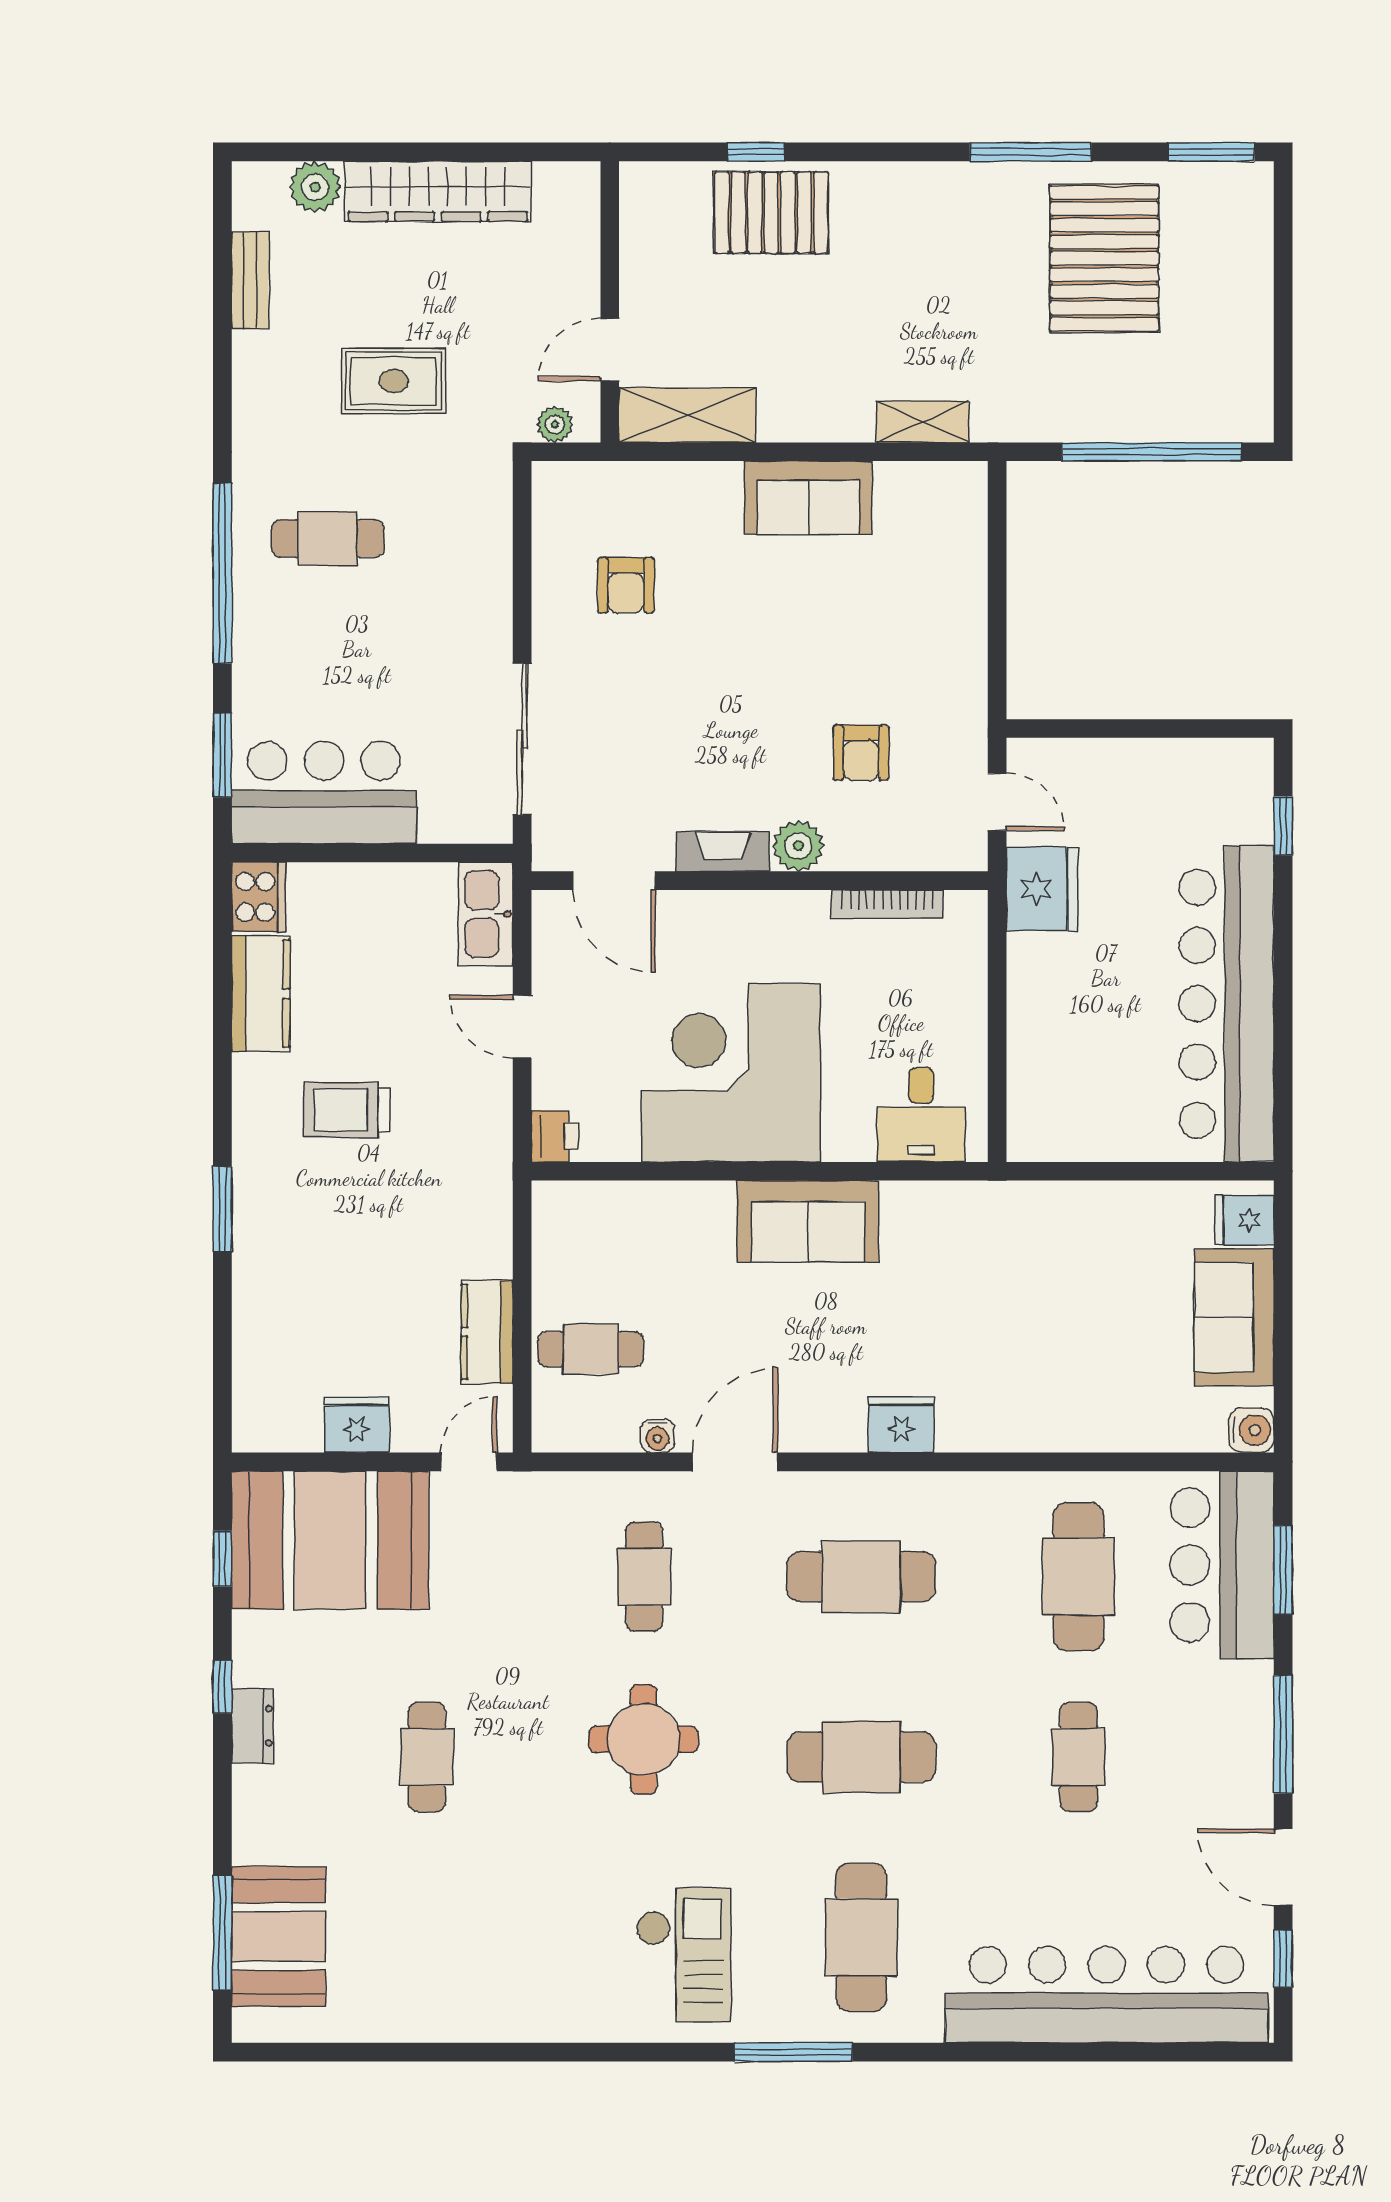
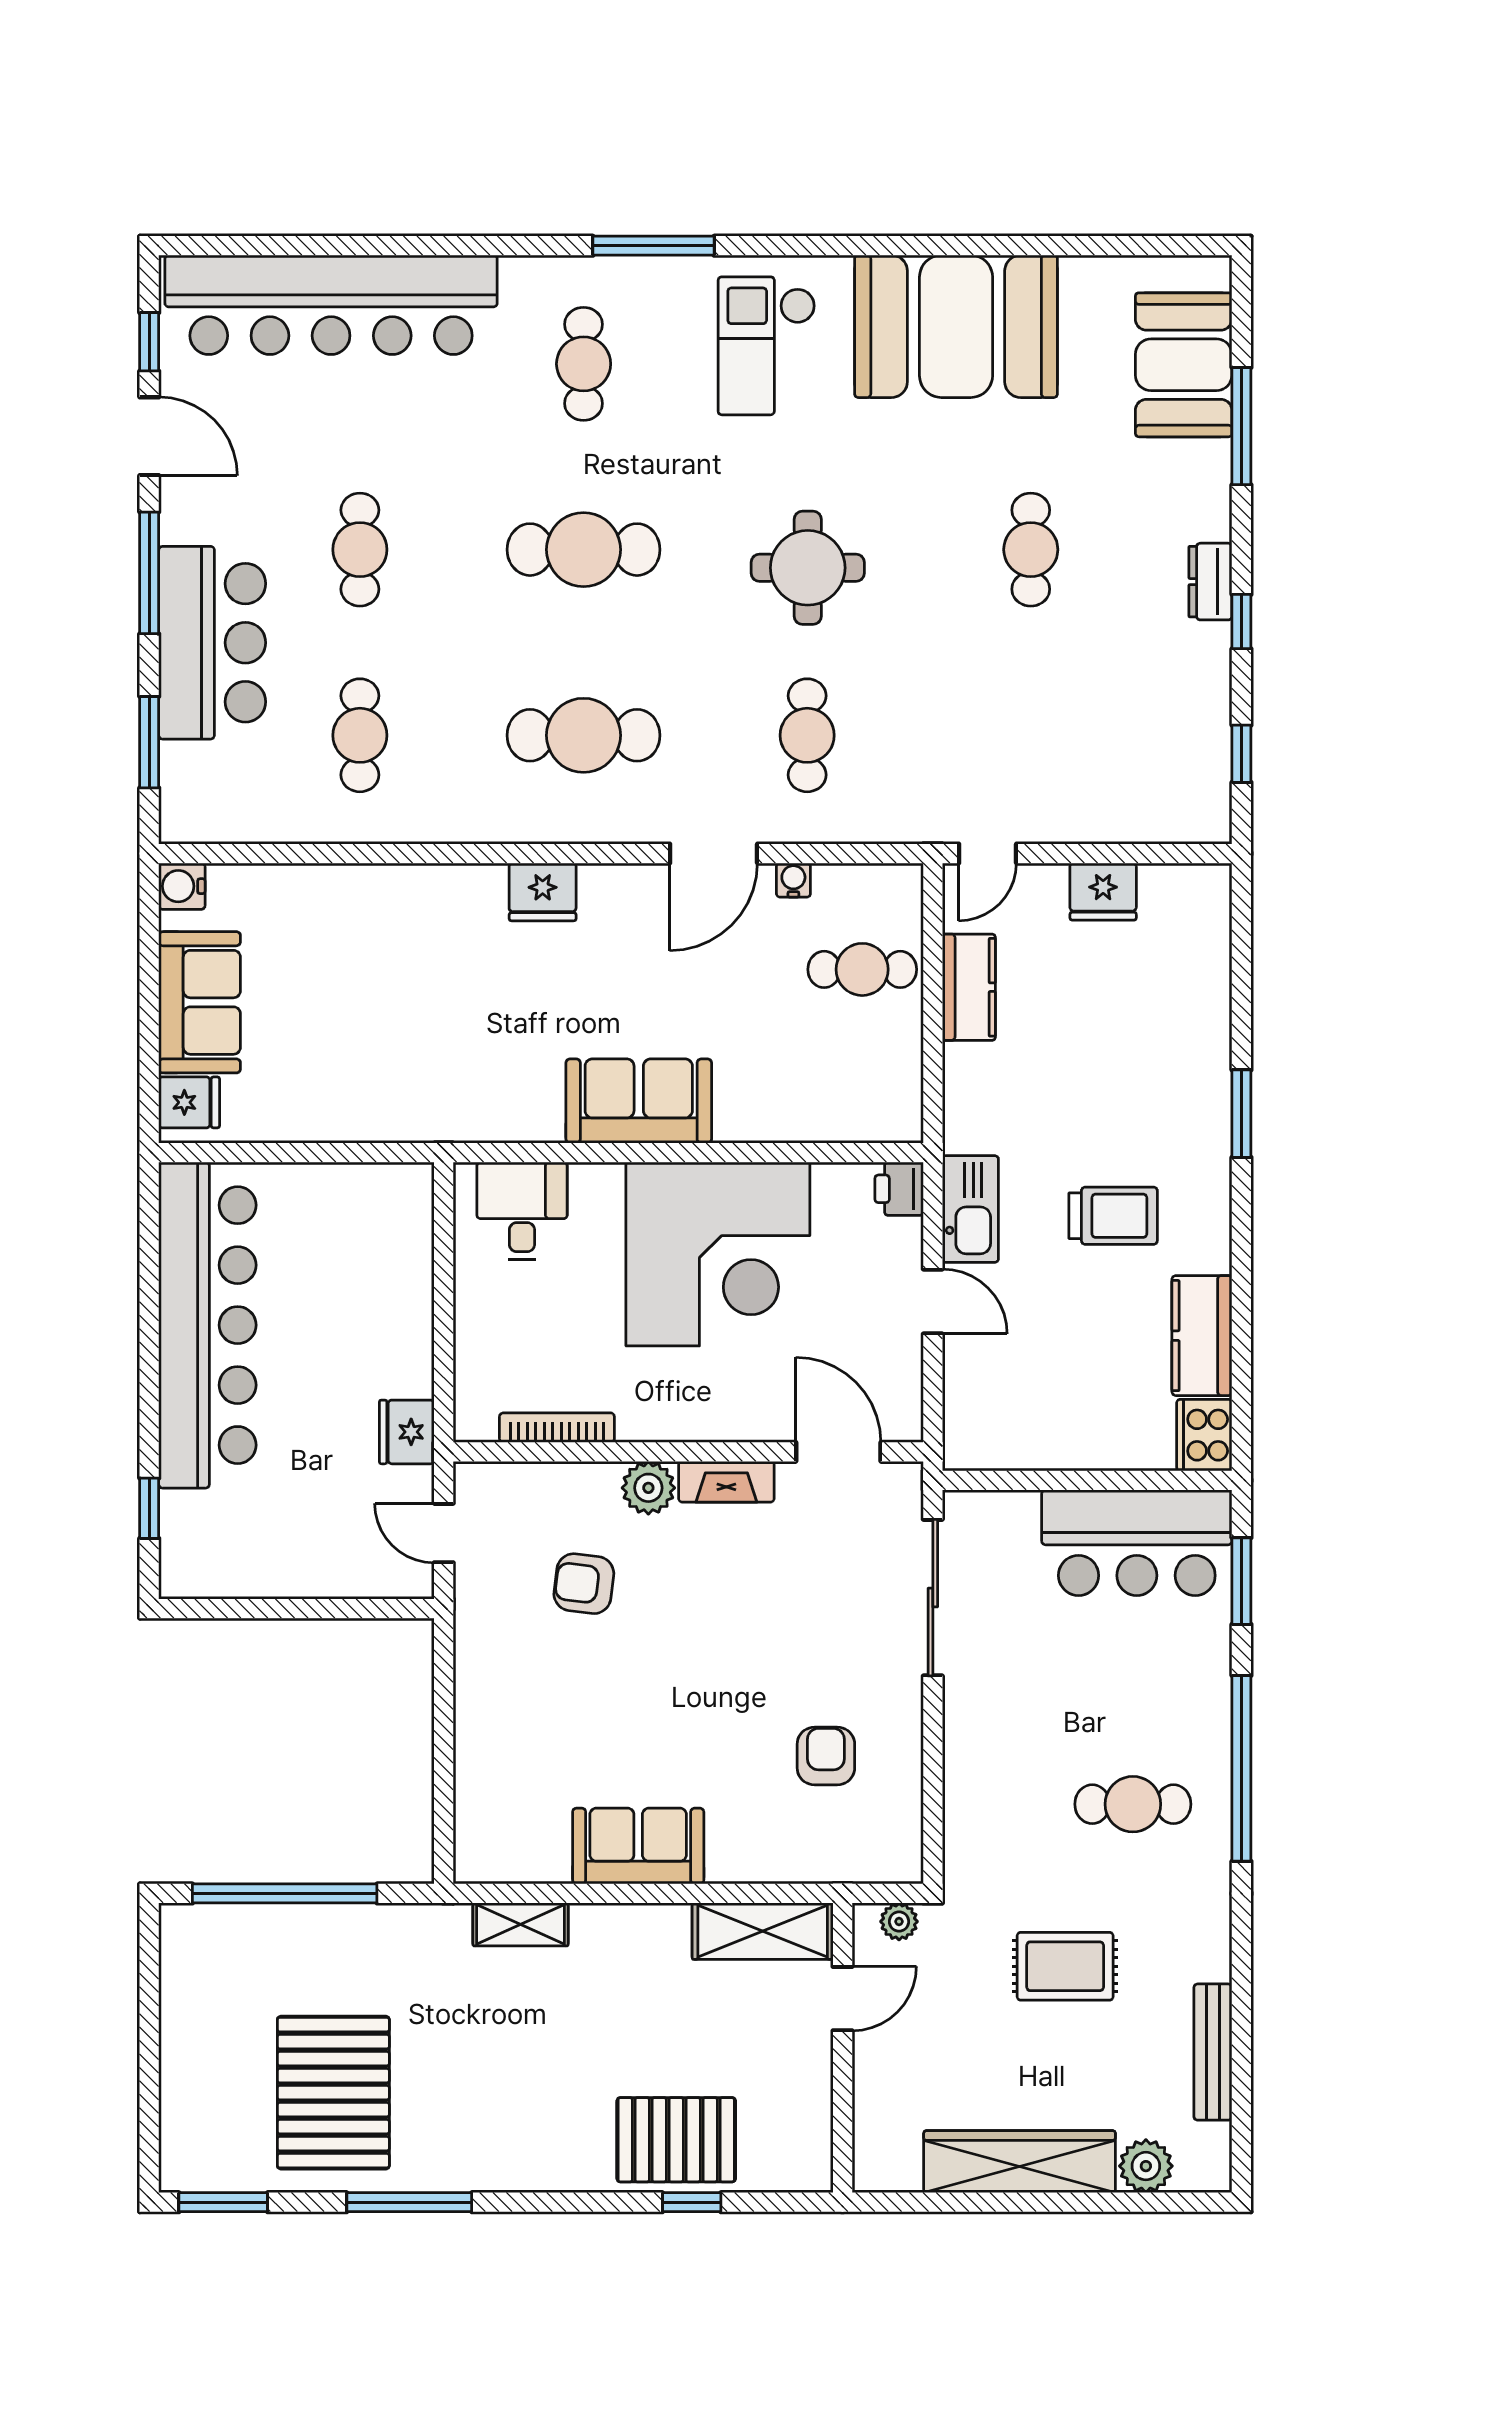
bench: (250, 280) -> (1213, 2052), width x1.36
armchair: (861, 753) -> (584, 1584), turned -83
fridge: (1042, 889) -> (407, 1432), width x0.73, depth x0.75
kitchen sink: (486, 914) -> (970, 1209), moved
booth: (330, 1540) -> (956, 326), moved
bar counter: (1222, 1565) -> (212, 643), moved
cafe table: (1079, 1577) -> (360, 735), width x0.73, depth x0.74
window: (222, 1933) -> (1241, 426), moved
cafe table: (861, 1937) -> (584, 364), width x0.73, depth x0.74

